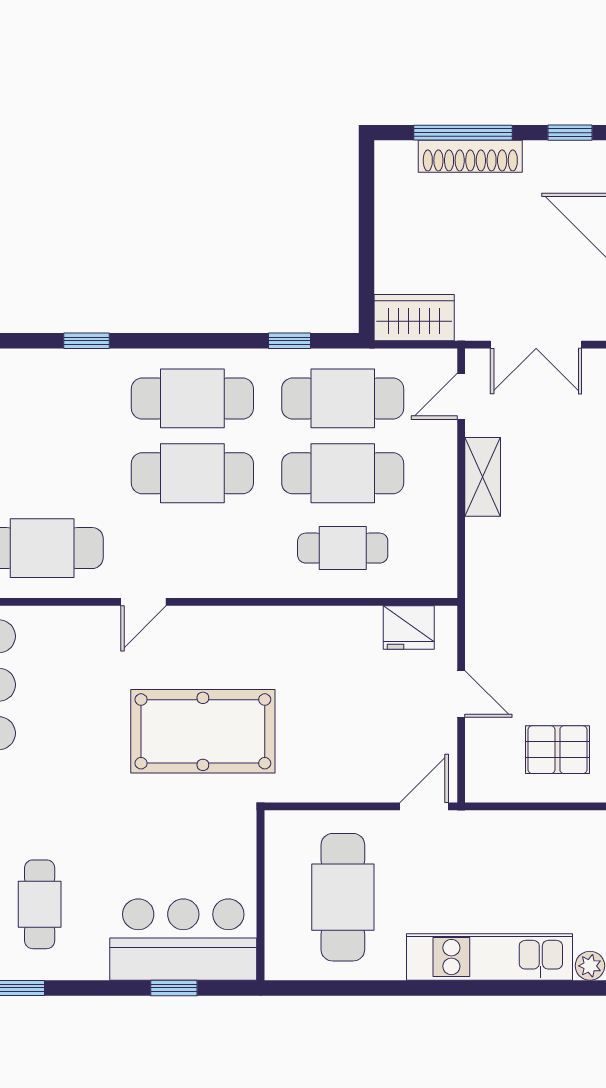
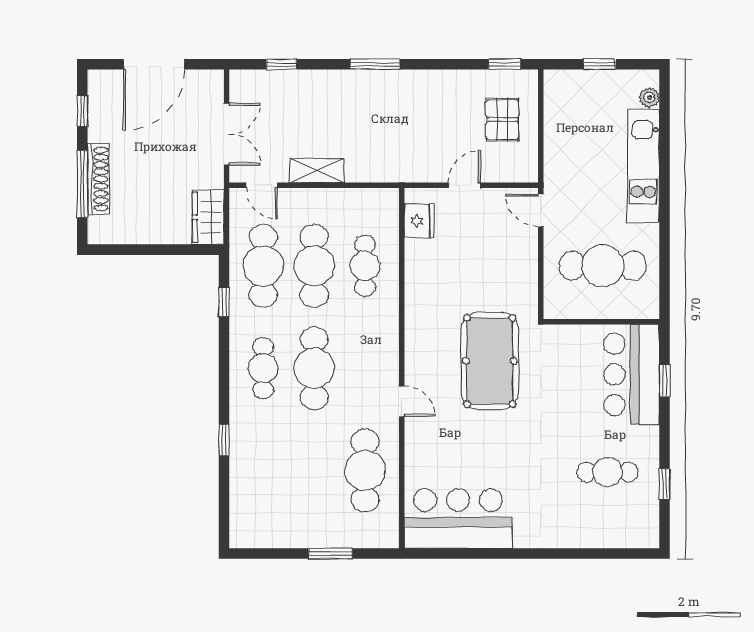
cafe table: (192, 398) -> (263, 368), width x0.73, depth x0.74

